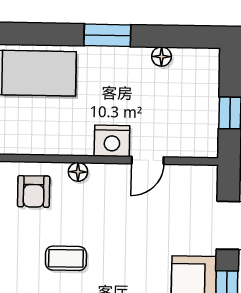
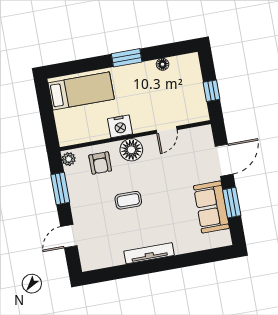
nightstand: (112, 141) -> (120, 126), moved
floor lamp: (78, 172) -> (131, 150), width x1.89, depth x1.89

